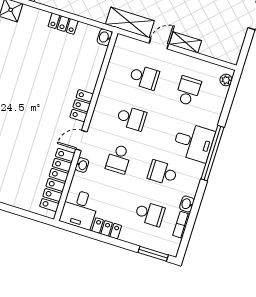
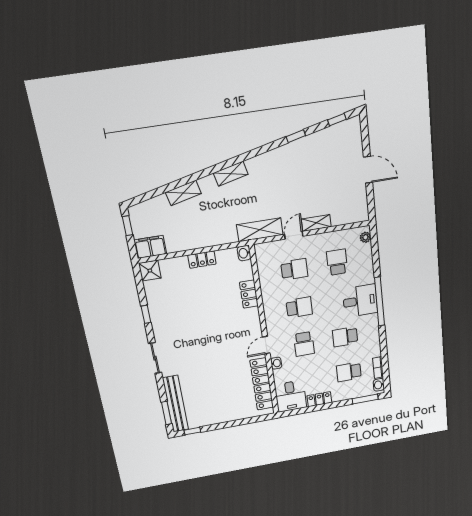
locker: (82, 106) -> (249, 294), moved
washbasin: (187, 204) -> (379, 385), moved
school desk: (150, 214) -> (349, 372), turned 180

